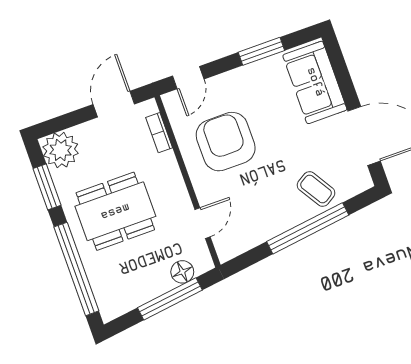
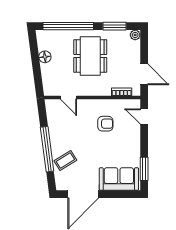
window: (261, 51) -> (144, 169), moved
armchair: (226, 142) -> (105, 124), width x0.53, depth x0.53
plant: (61, 150) -> (135, 35), width x0.53, depth x0.53
floor lamp: (182, 272) -> (45, 57), moved
window: (170, 299) -> (36, 68), removed

